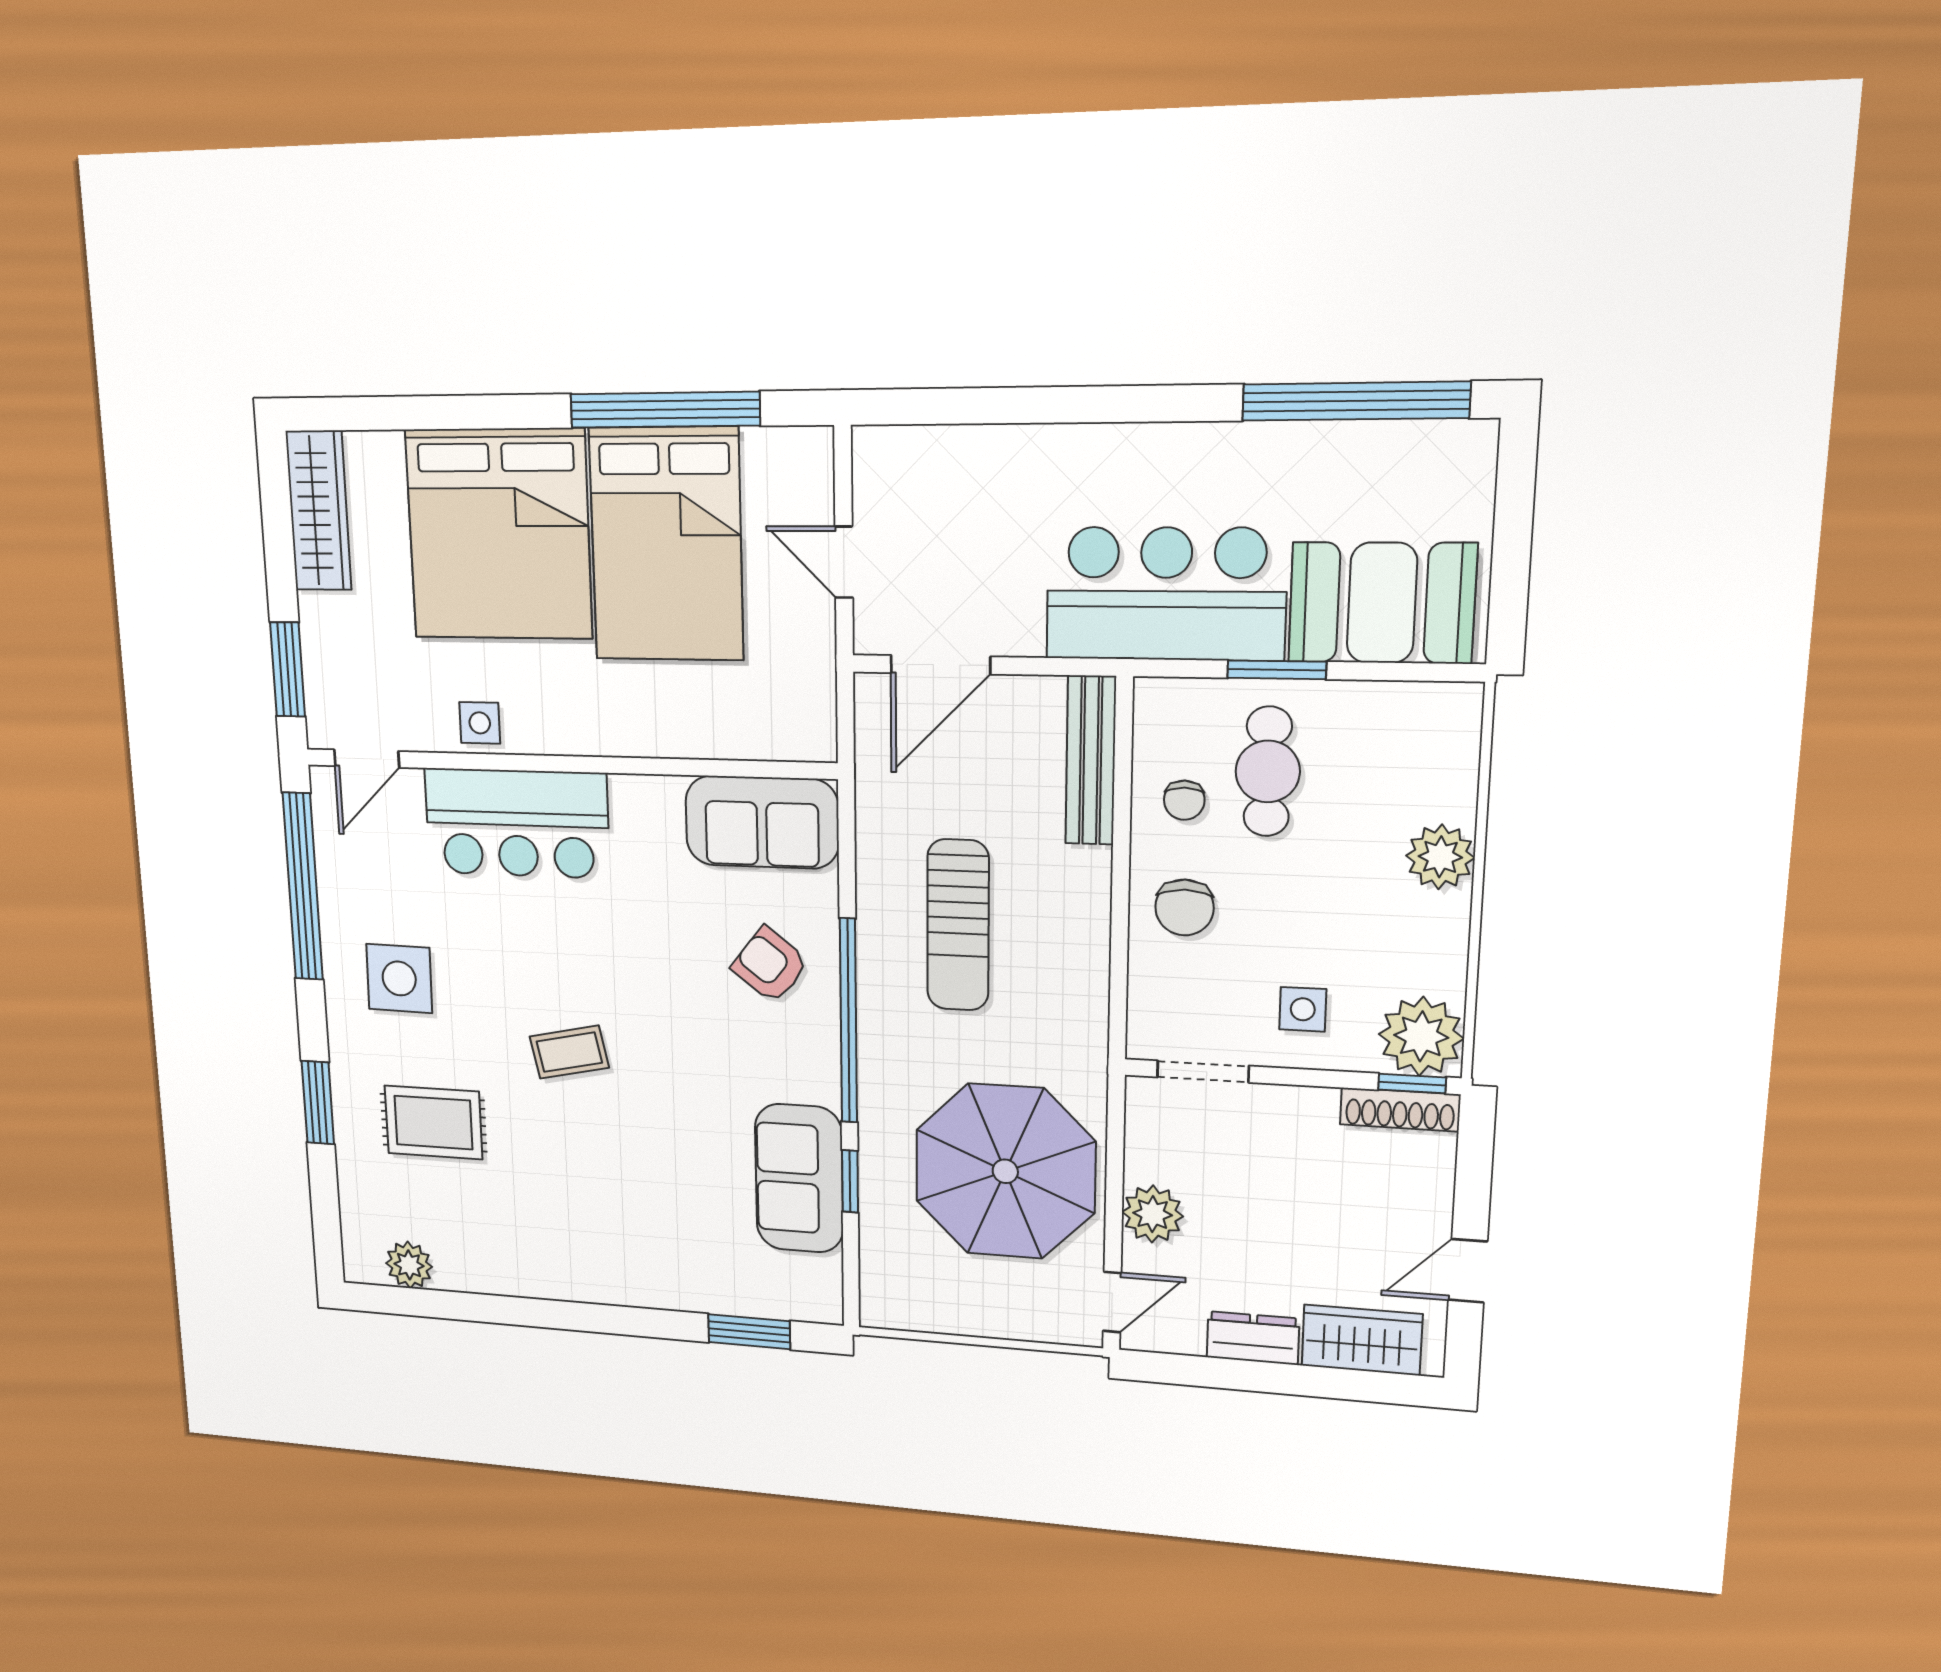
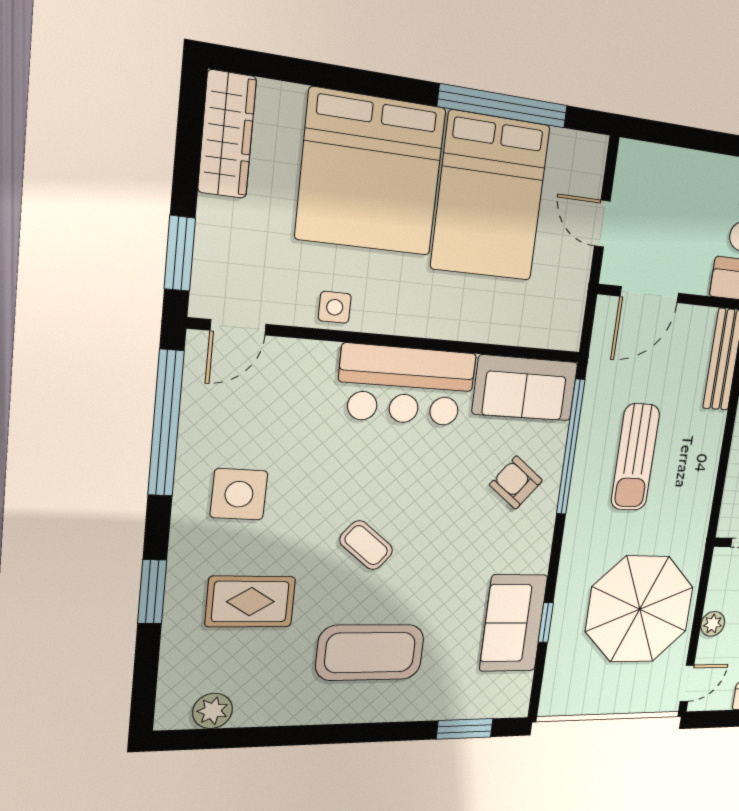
bar counter: (517, 823) -> (406, 385), moved
window: (848, 1021) -> (571, 447), moved
coffee table: (569, 1052) -> (366, 545), turned 51
coffee table: (597, 1205) -> (370, 653), added
plant: (1153, 1214) -> (713, 624), width x0.73, depth x0.73

